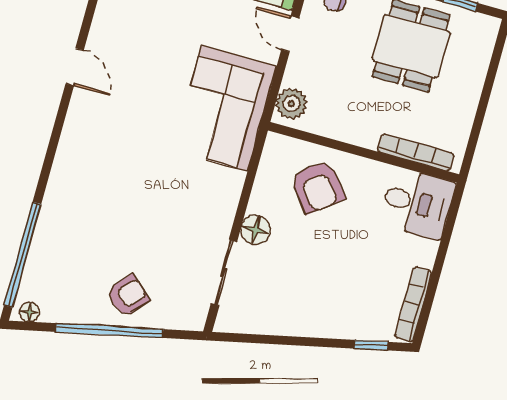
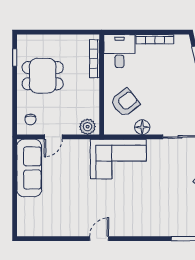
corner sofa: (225, 108) -> (118, 159), moved
floor lamp: (256, 230) -> (142, 127), moved
bookcase: (413, 304) -> (155, 39), moved

